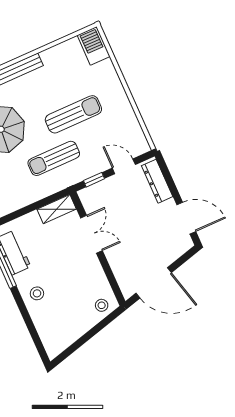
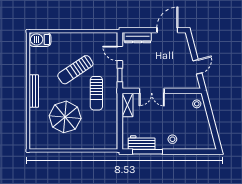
sun lounger: (73, 114) -> (75, 70), turned -124
door: (124, 166) -> (120, 54), hinge flipped
double door: (92, 234) -> (152, 91), swing flipped
door: (154, 283) -> (197, 67), width x0.53

